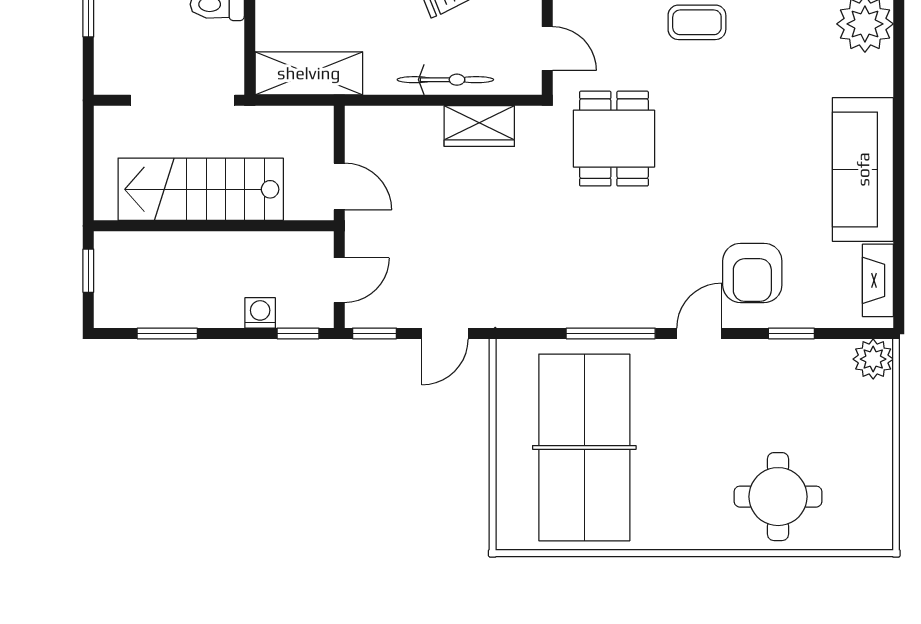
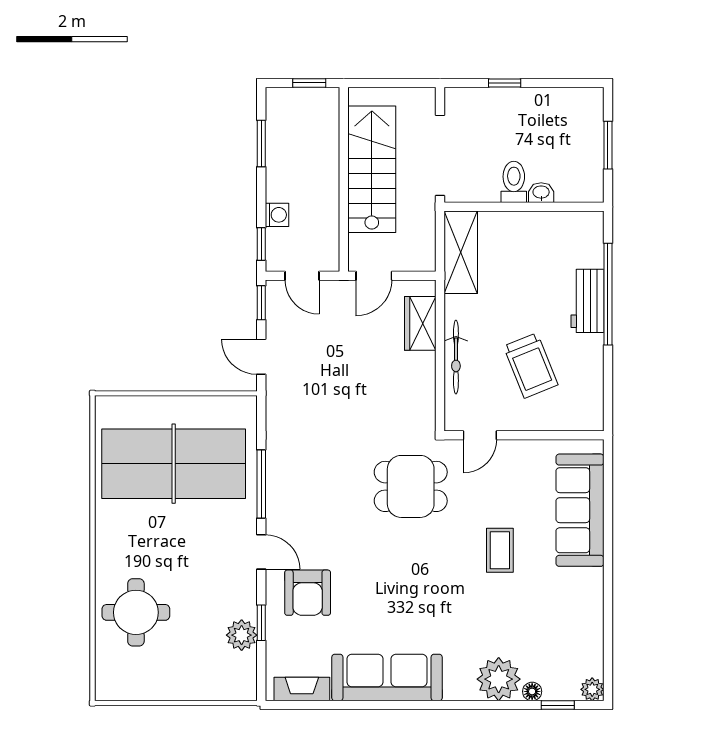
wardrobe: (479, 126) -> (420, 323), moved
armchair: (752, 273) -> (308, 593), turned -90
plant: (873, 359) -> (242, 635), moved

